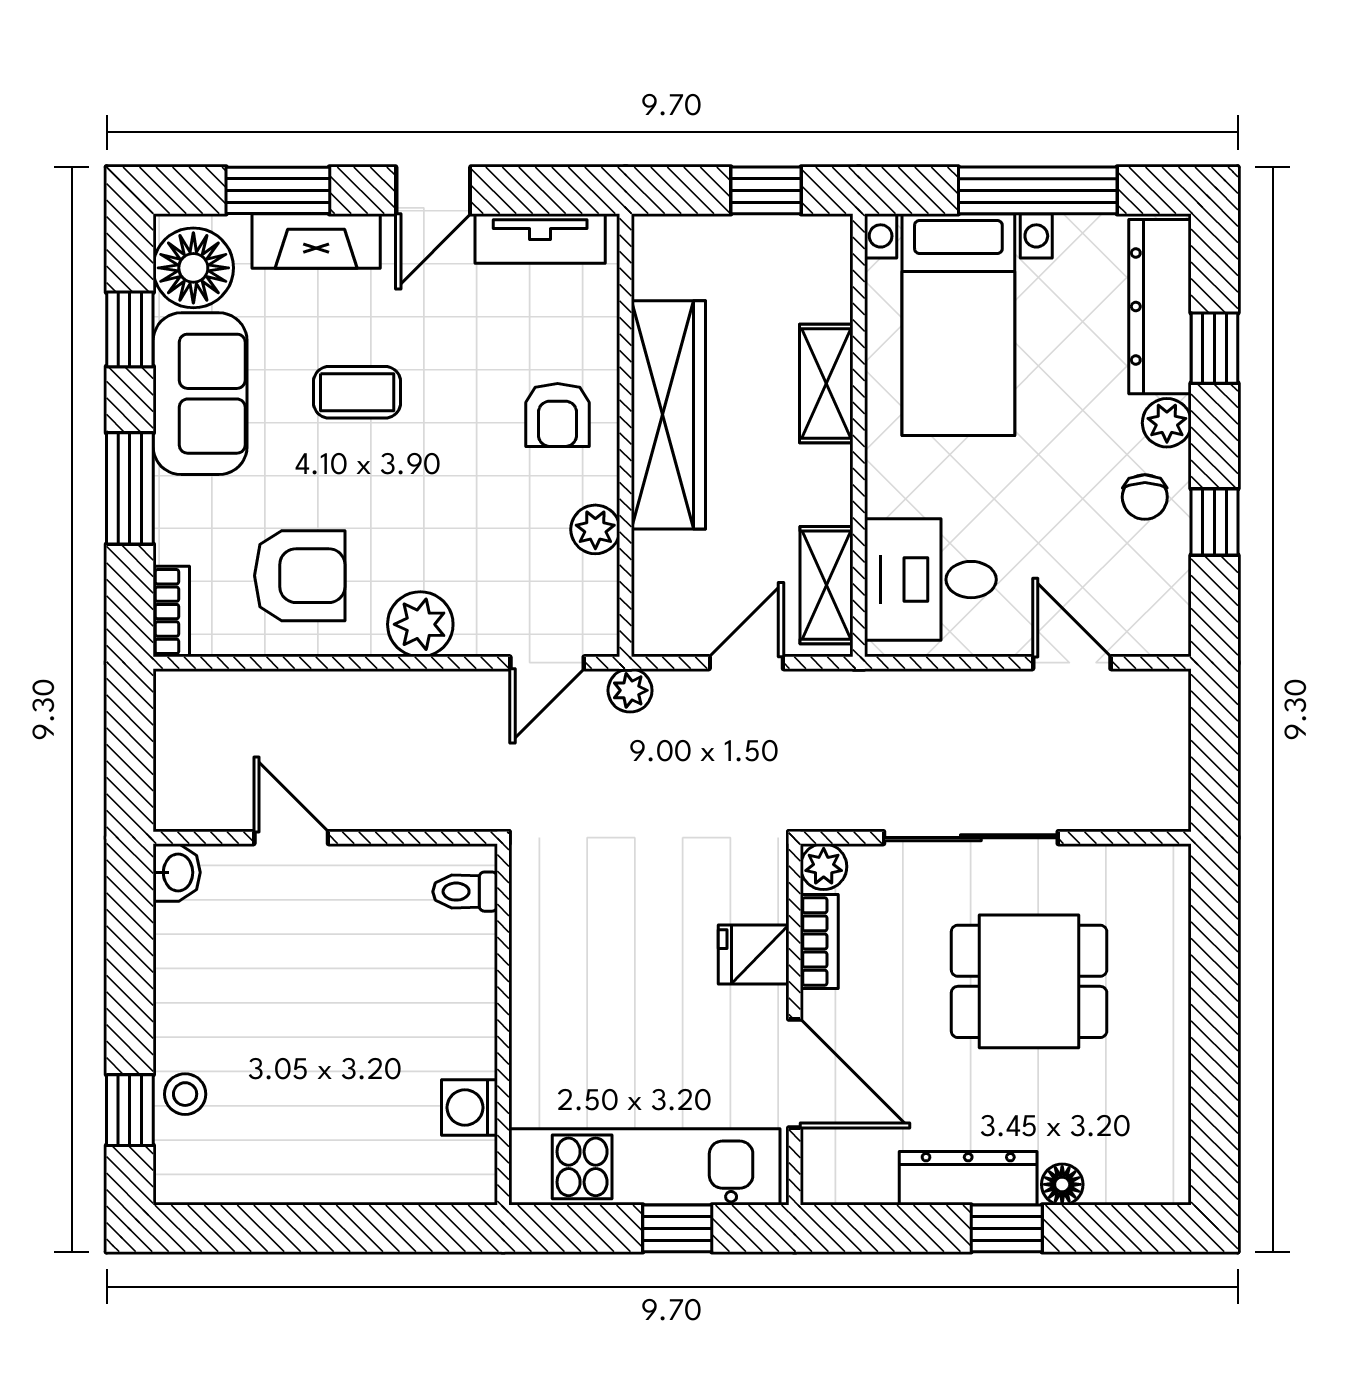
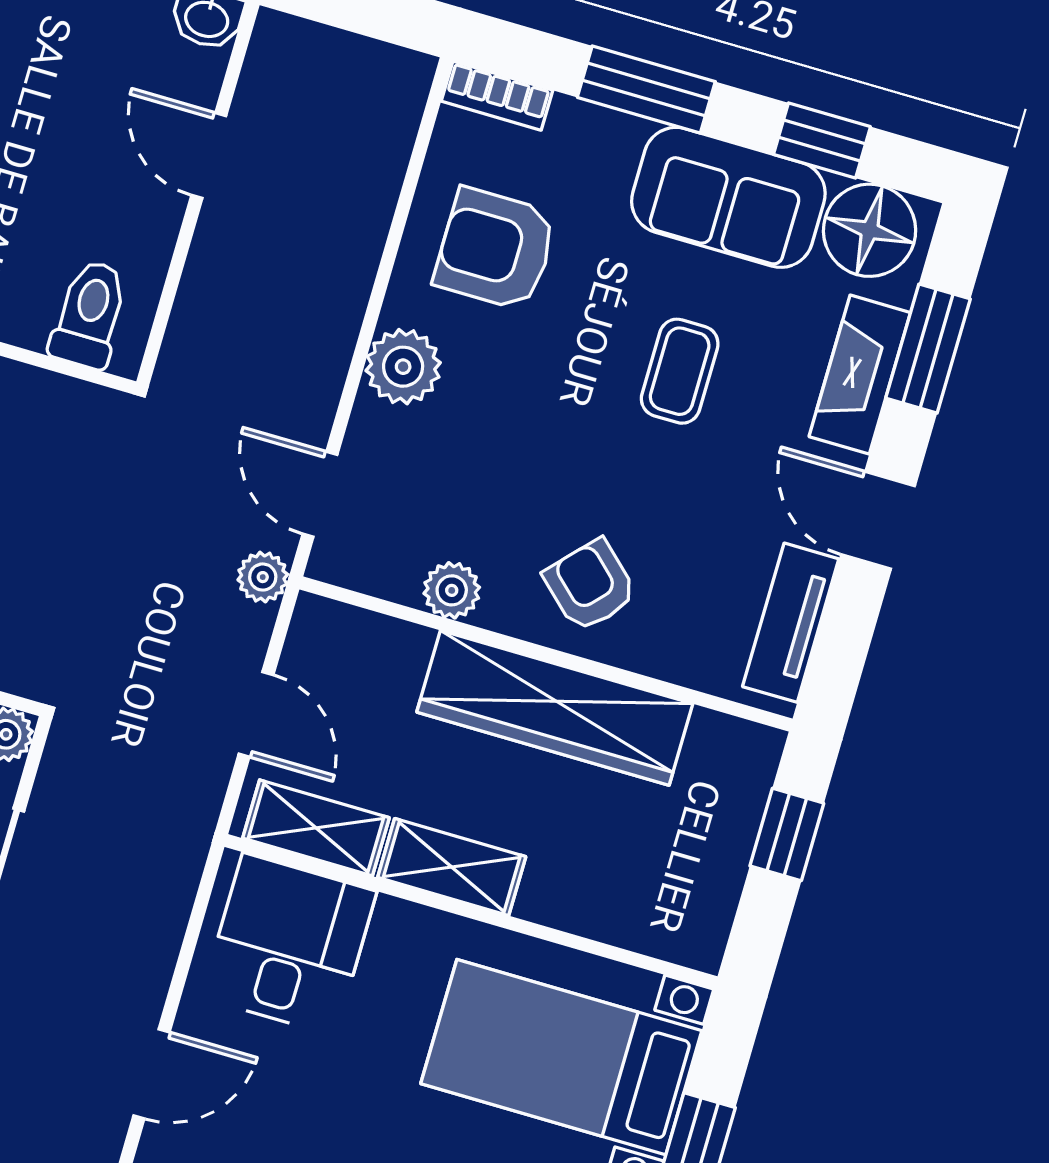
window: (766, 190) -> (787, 835), moved
shelving: (826, 383) -> (452, 867), moved
armchair: (558, 415) -> (590, 585), turned 43
armchair: (300, 576) -> (495, 249), turned 90
door: (291, 838) -> (209, 156), swing flipped
toilet: (465, 892) -> (89, 314), width x1.37, depth x1.39

